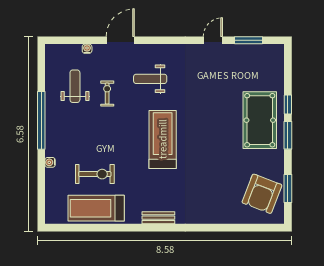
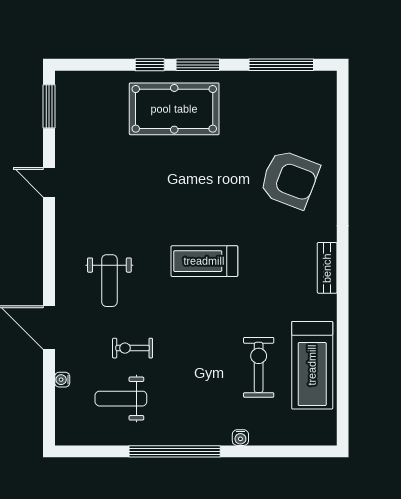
window: (249, 40) -> (49, 106), moved
treadmill: (163, 139) -> (204, 261), width x0.73, depth x0.73
window: (288, 188) -> (281, 65), width x1.44
armchair: (262, 194) -> (290, 179), moved

